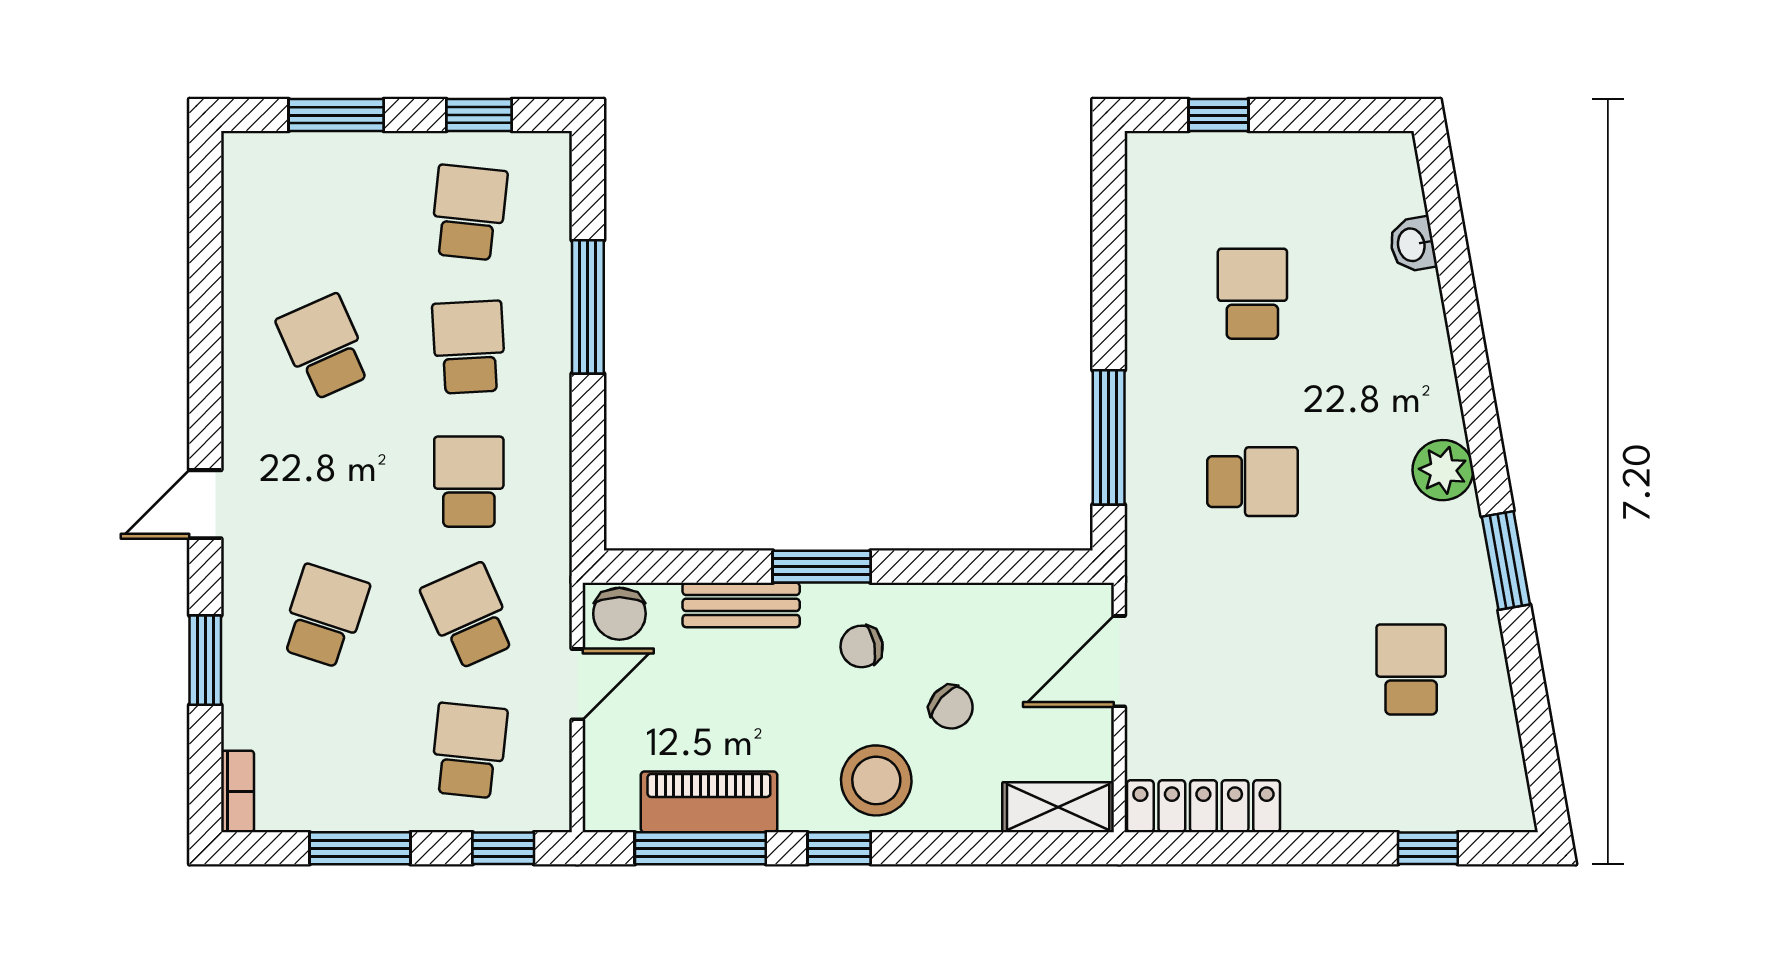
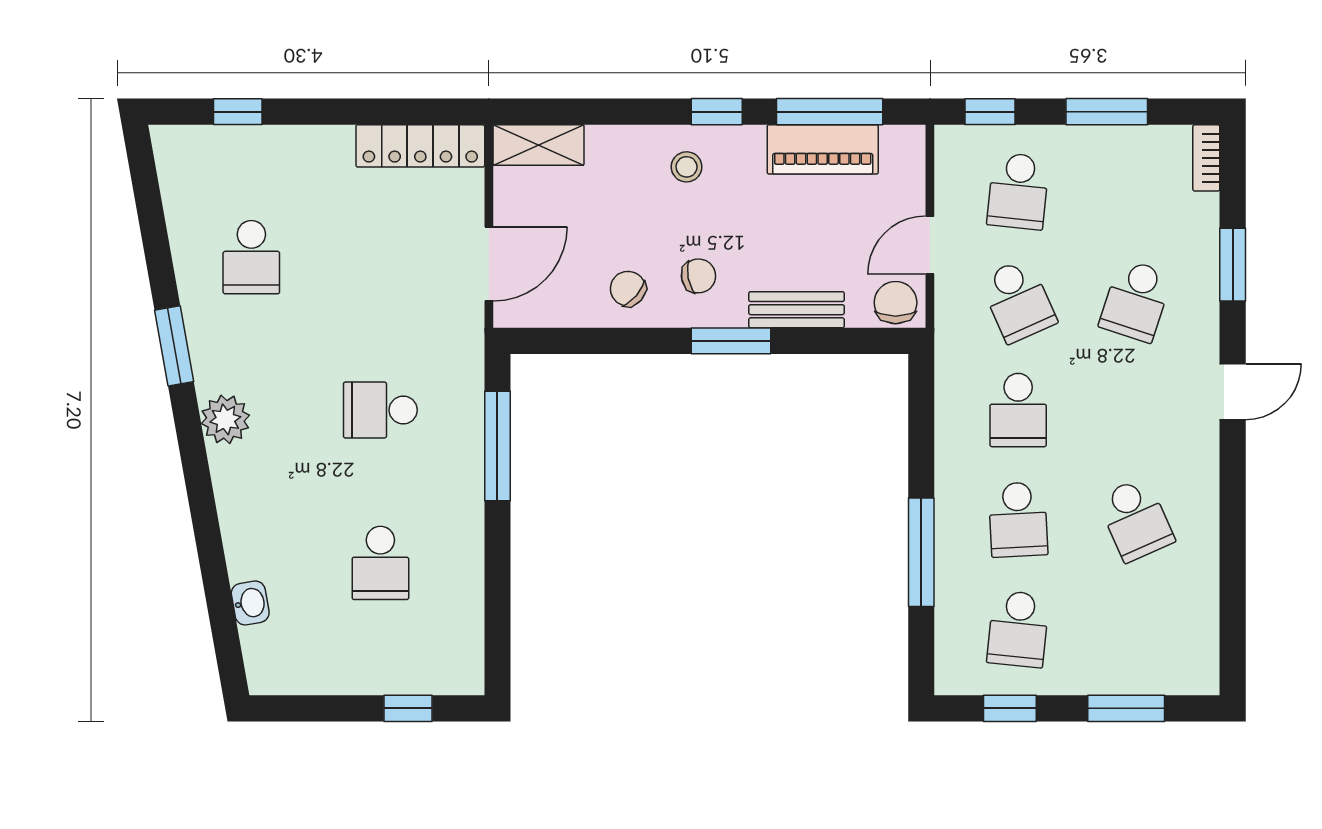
chair: (951, 707) -> (628, 289), moved
stool: (876, 780) -> (687, 167), width x0.53, depth x0.53

